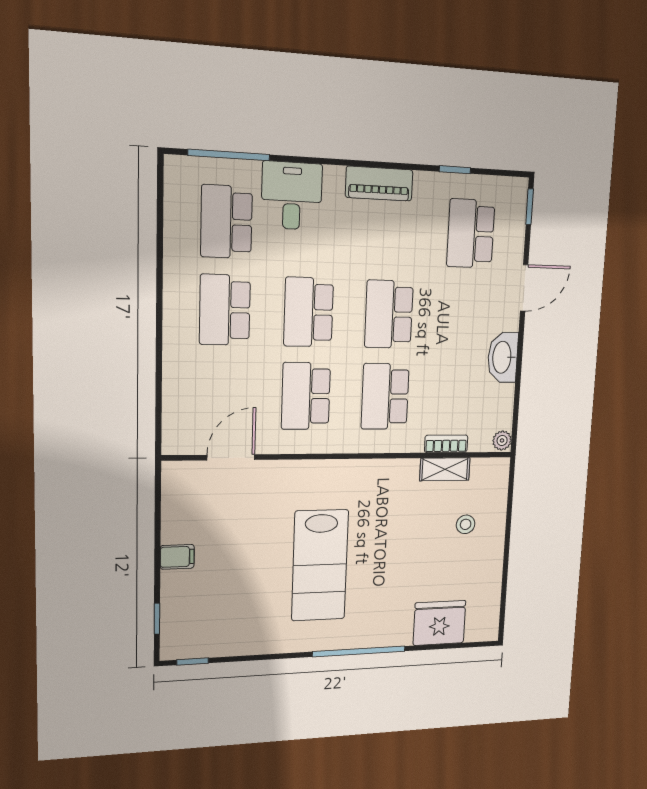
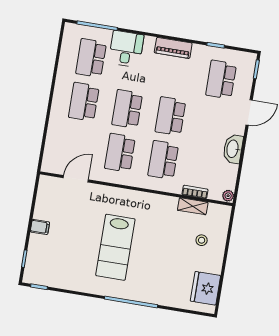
fridge: (439, 623) -> (205, 288), moved, turned -90

